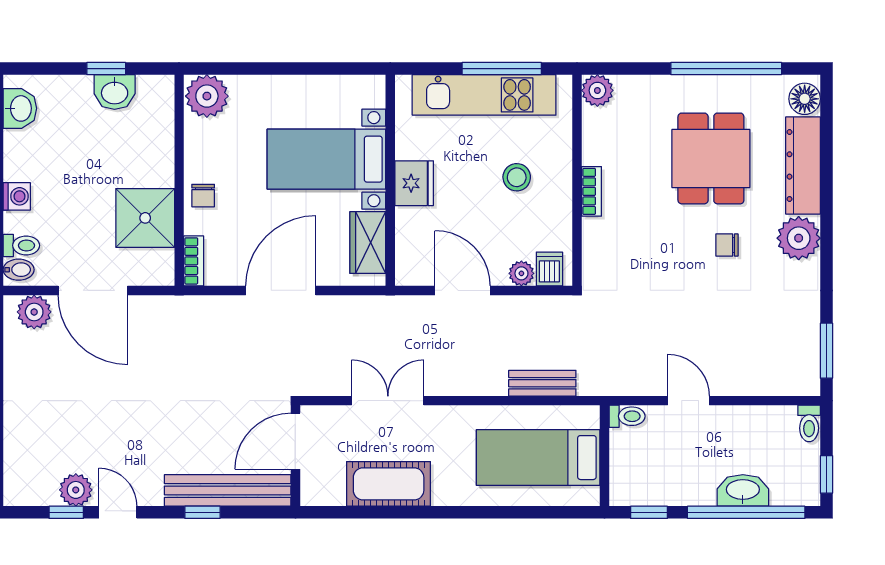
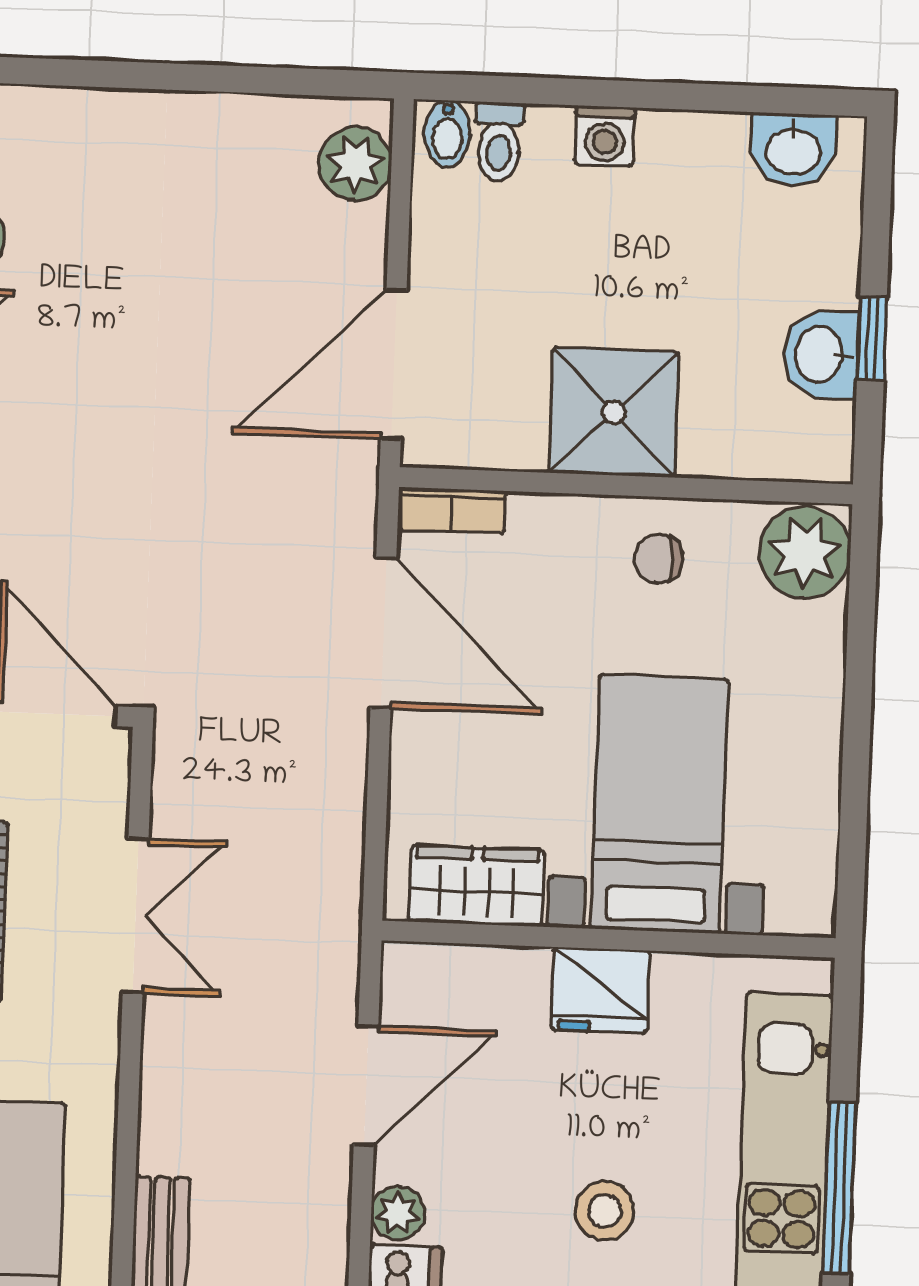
chair: (203, 196) -> (659, 559), moved
shower: (145, 218) -> (614, 412), moved
door: (93, 290) -> (394, 365), moved
door: (281, 290) -> (383, 633), moved

